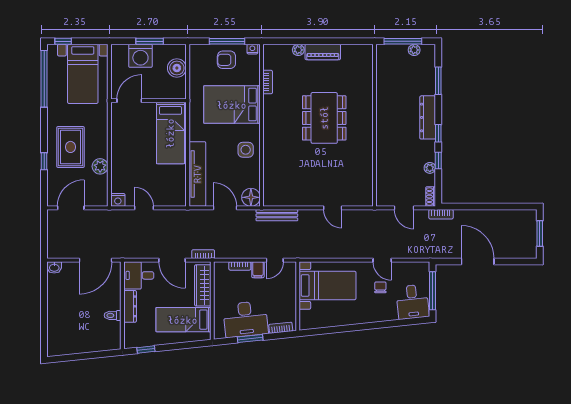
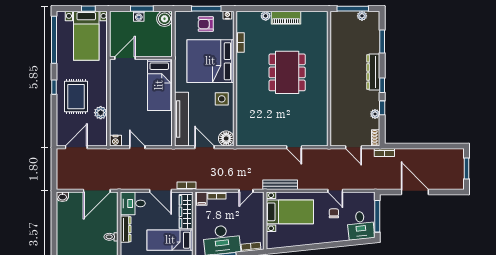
window: (63, 41) -> (88, 9), moved
washing machine: (140, 56) -> (139, 16), width x0.53, depth x0.53
boiler: (177, 68) -> (165, 19), moved
bed: (232, 105) -> (210, 61), width x1.36
window: (44, 161) -> (54, 87), moved
bench: (277, 215) -> (280, 185), moved
filing cabinet: (258, 270) -> (202, 199), moved

